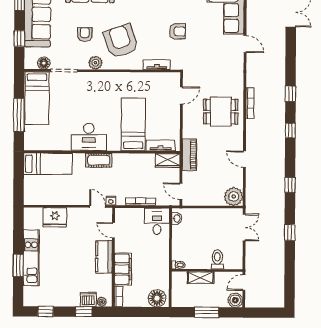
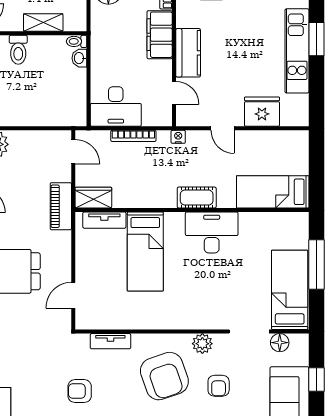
door: (97, 206) -> (223, 128), moved
washbasin: (177, 218) -> (79, 58), moved
desk: (157, 221) -> (116, 106), width x1.37

